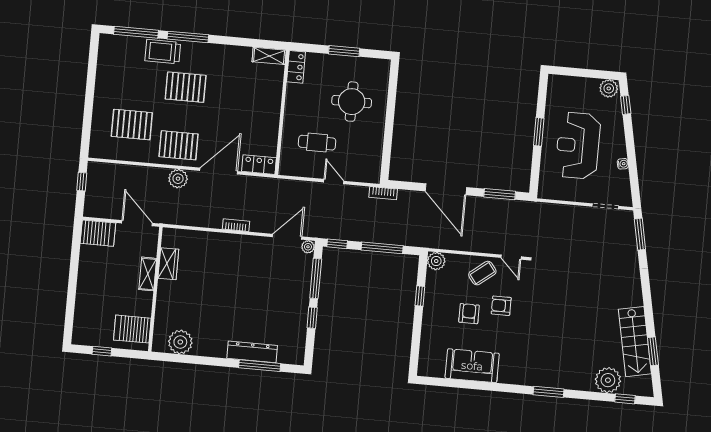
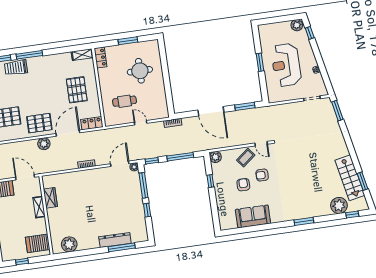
pallet: (186, 87) -> (77, 90), moved, turned 90

